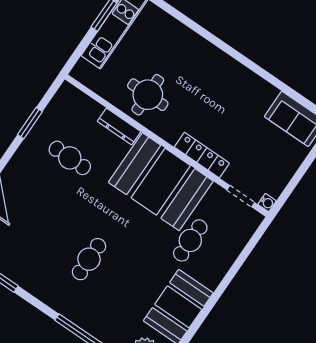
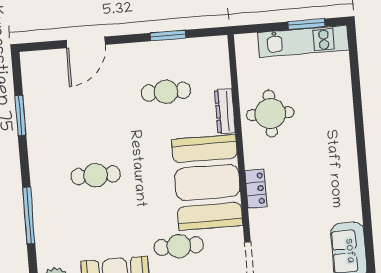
locker: (202, 155) -> (256, 189), width x0.66
cafe table: (70, 158) -> (166, 92), turned 90

